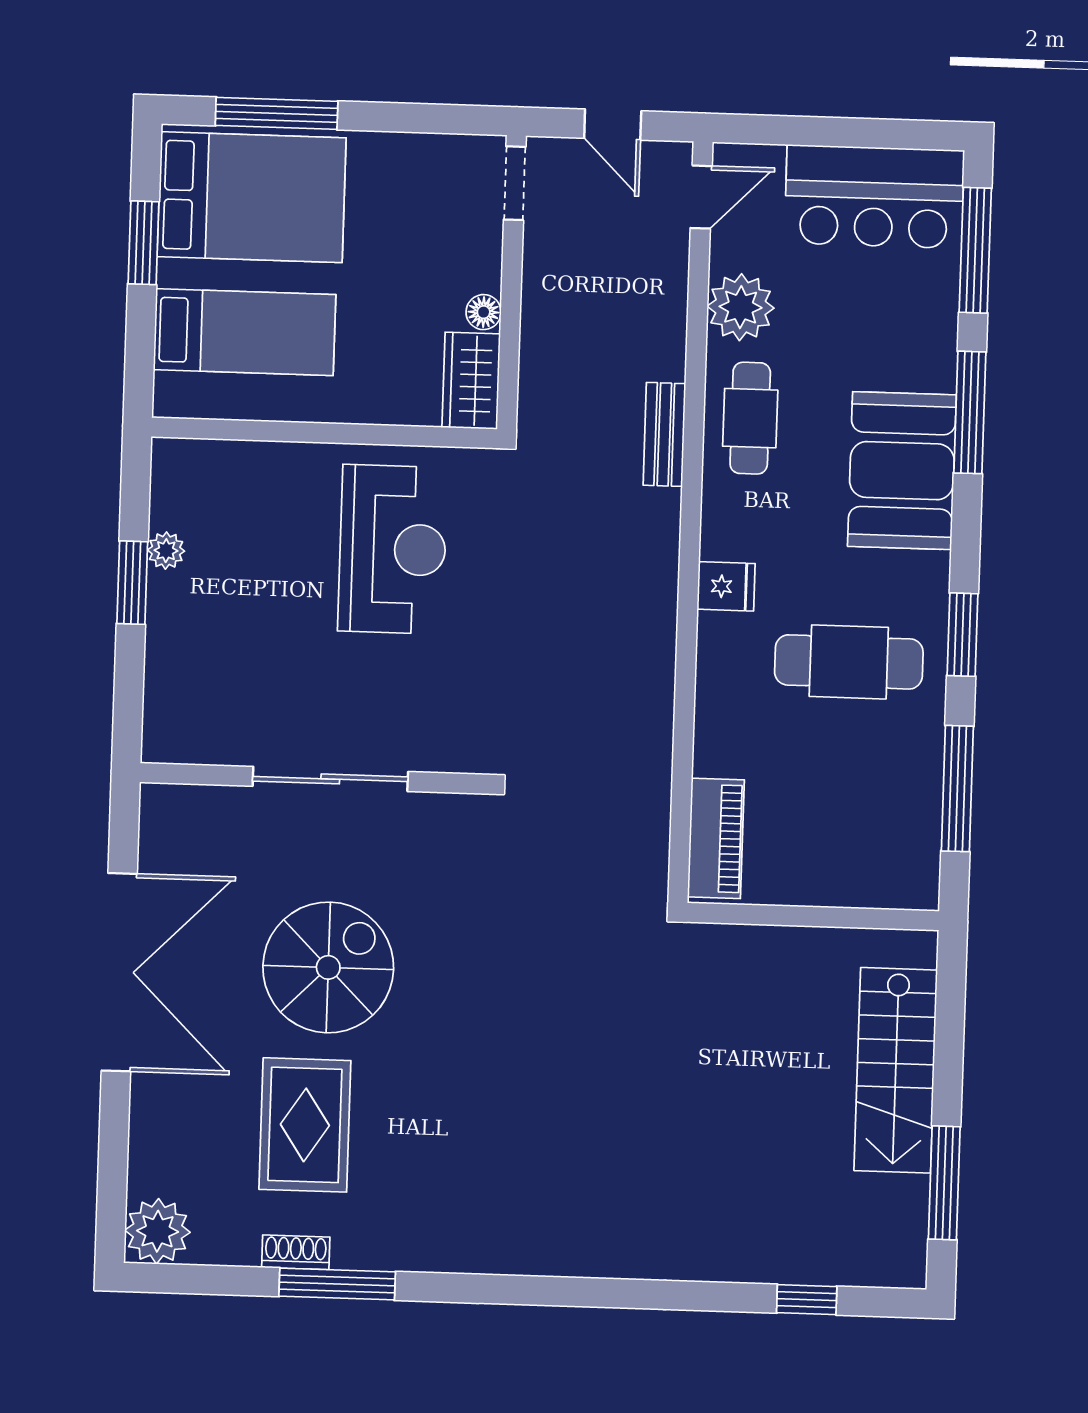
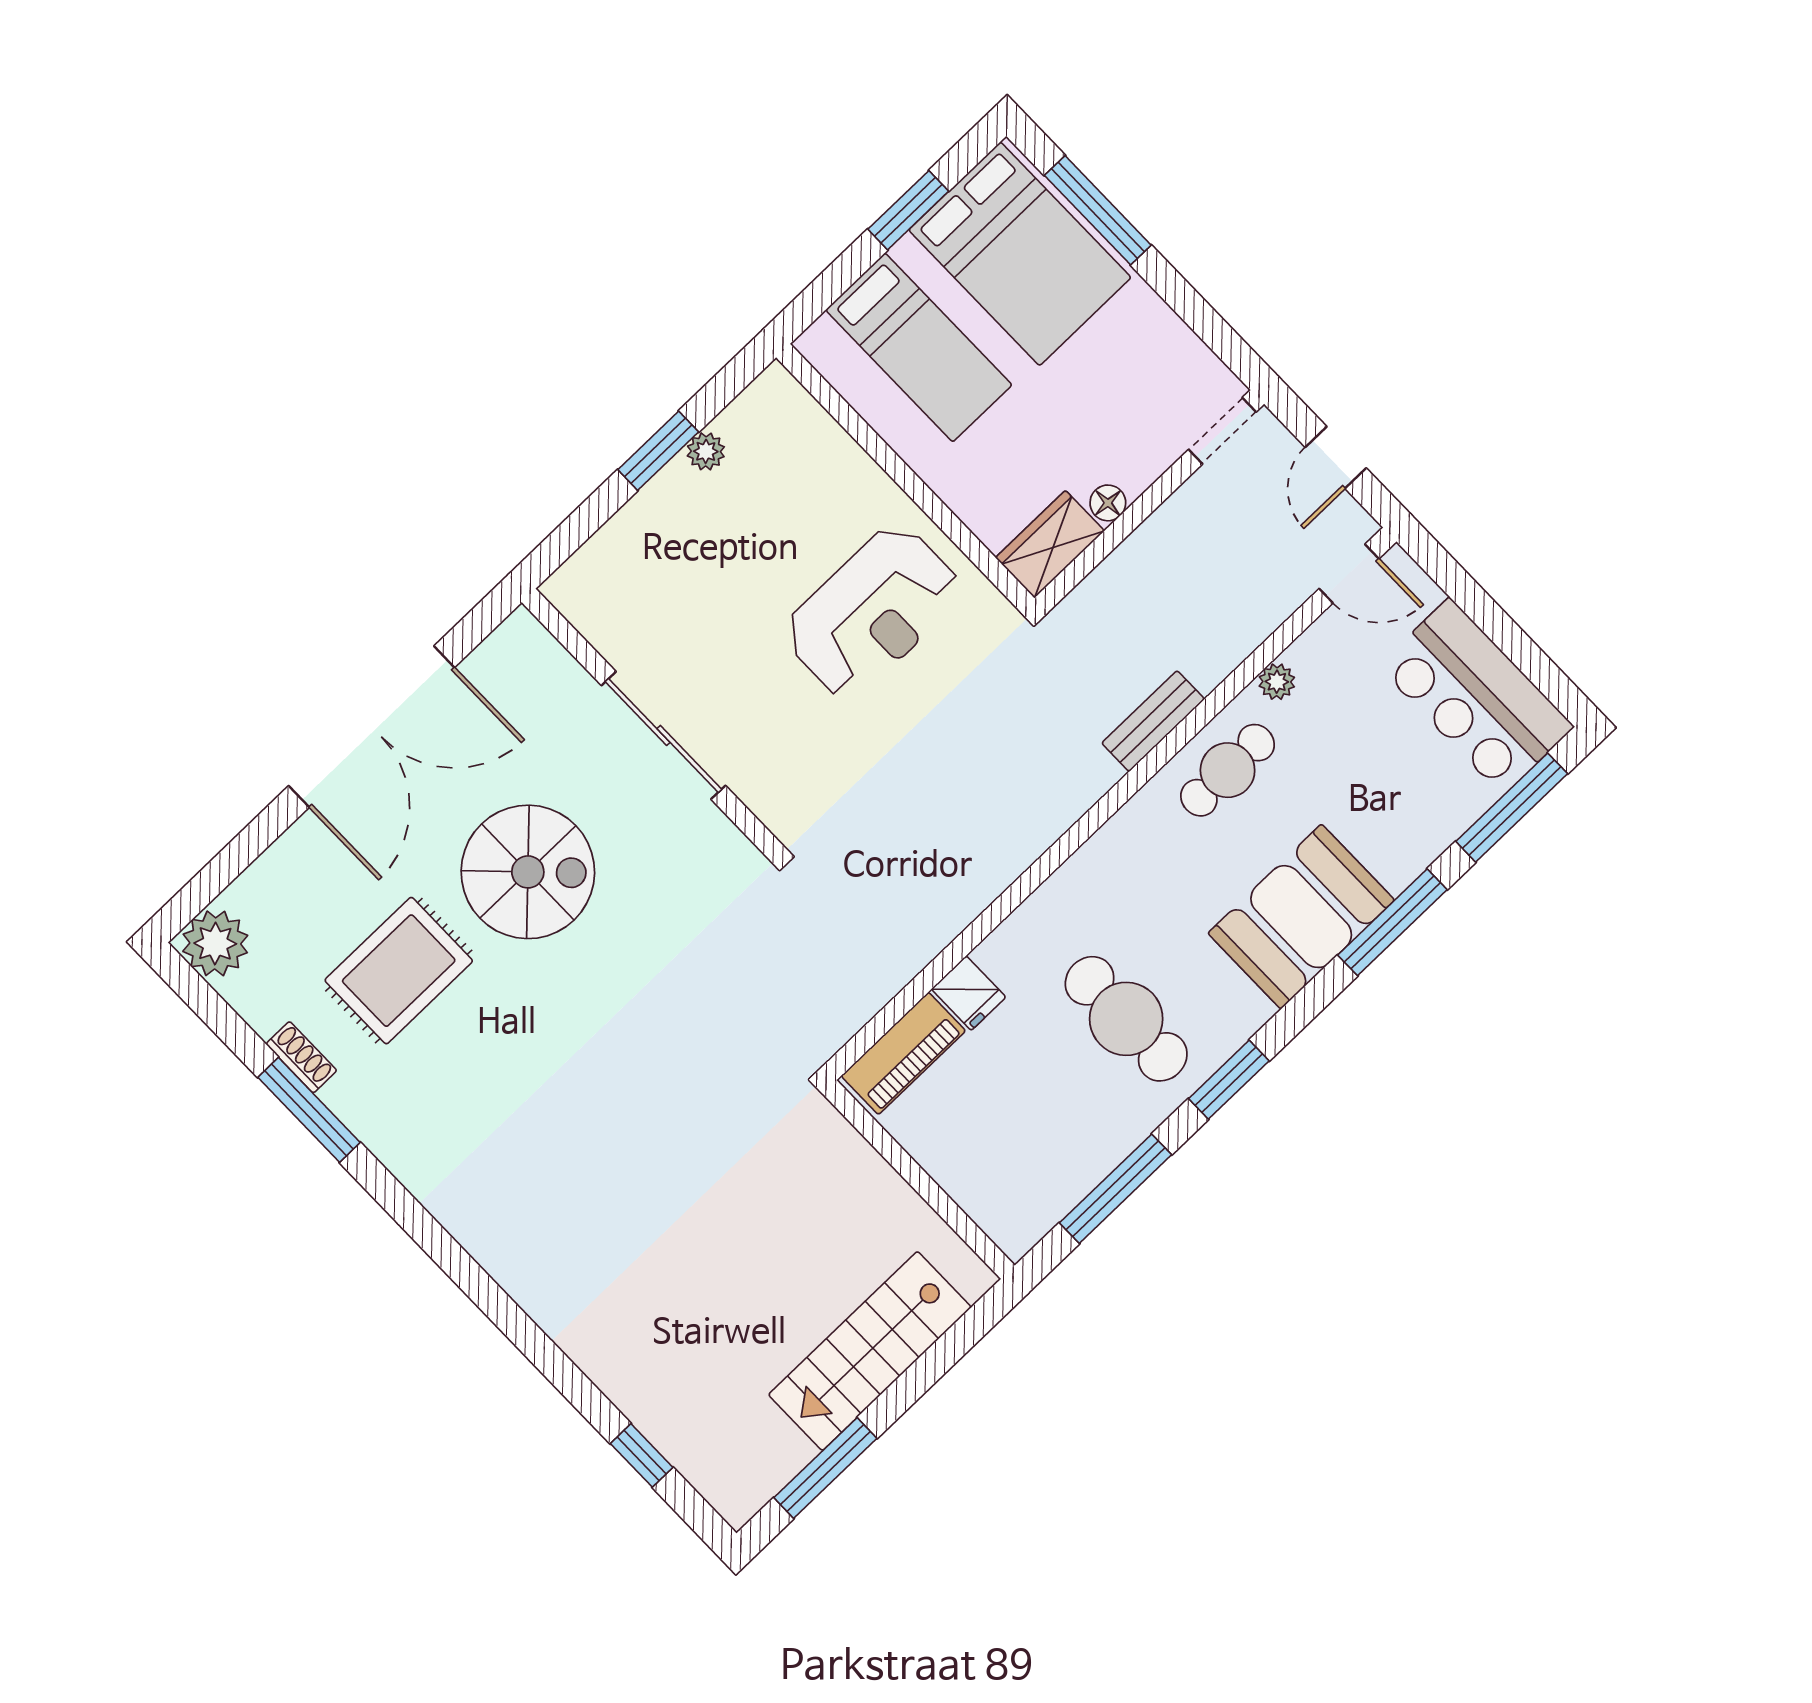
plant: (741, 307) -> (1277, 682), width x0.53, depth x0.53
fridge: (726, 586) -> (969, 993), moved

